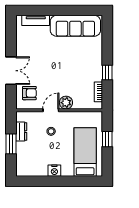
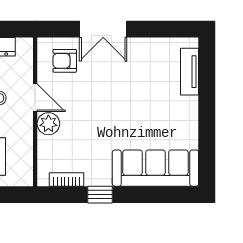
sofa: (75, 26) -> (155, 168), moved, turned 90
armchair: (29, 93) -> (65, 61), turned 90

